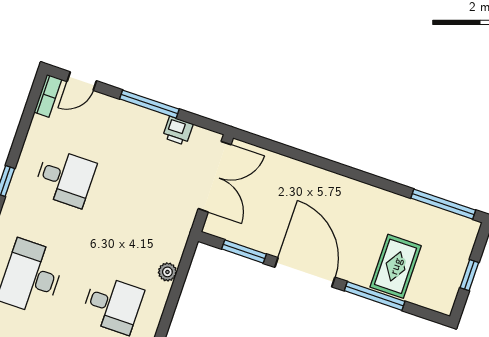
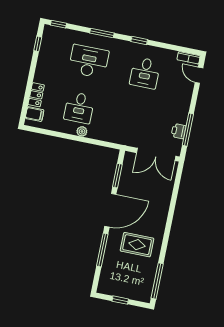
window: (149, 104) -> (188, 130), moved
rug: (396, 266) -> (137, 245), moved
plant: (167, 272) -> (82, 131), moved

